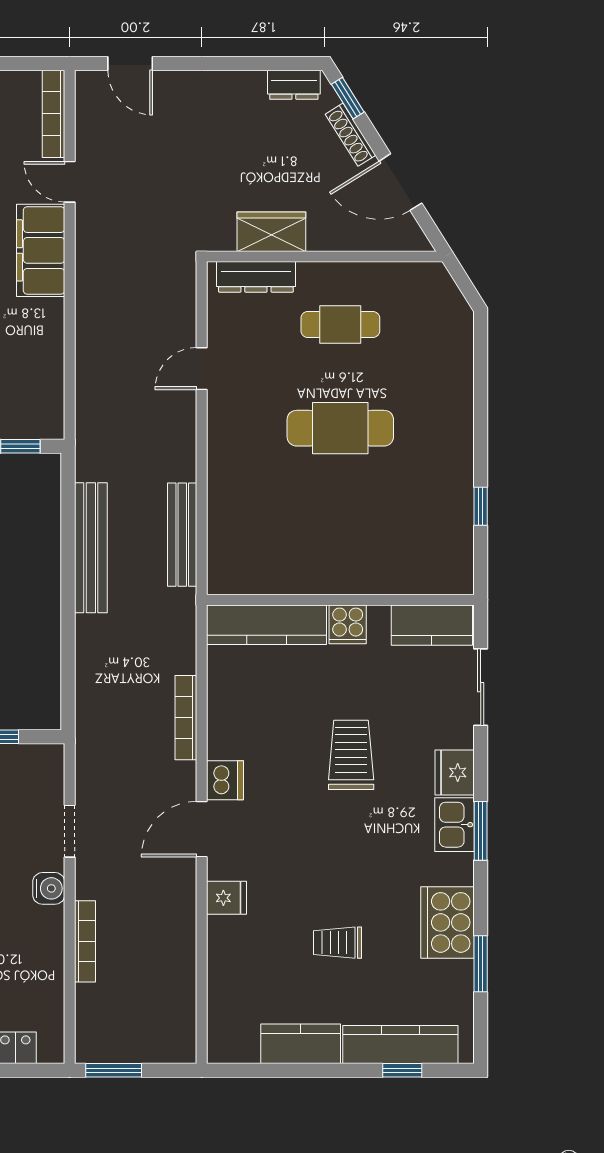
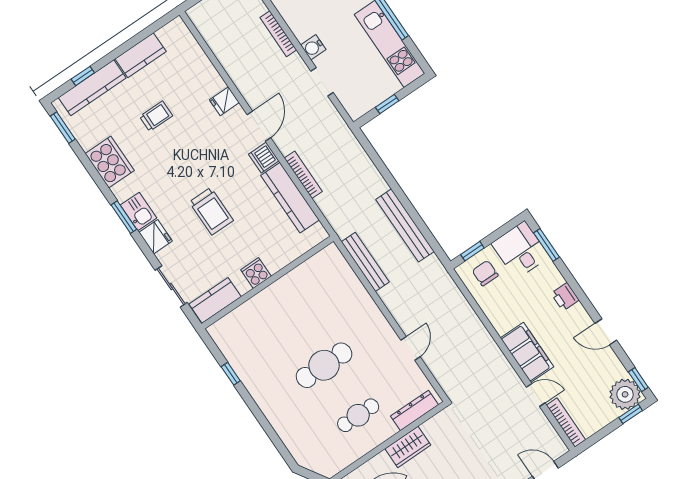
wardrobe: (271, 232) -> (408, 447), moved
chair: (23, 403) -> (485, 273), added
kitchen counter: (267, 625) -> (290, 198), moved, turned -90
window: (481, 964) -> (63, 128), moved

